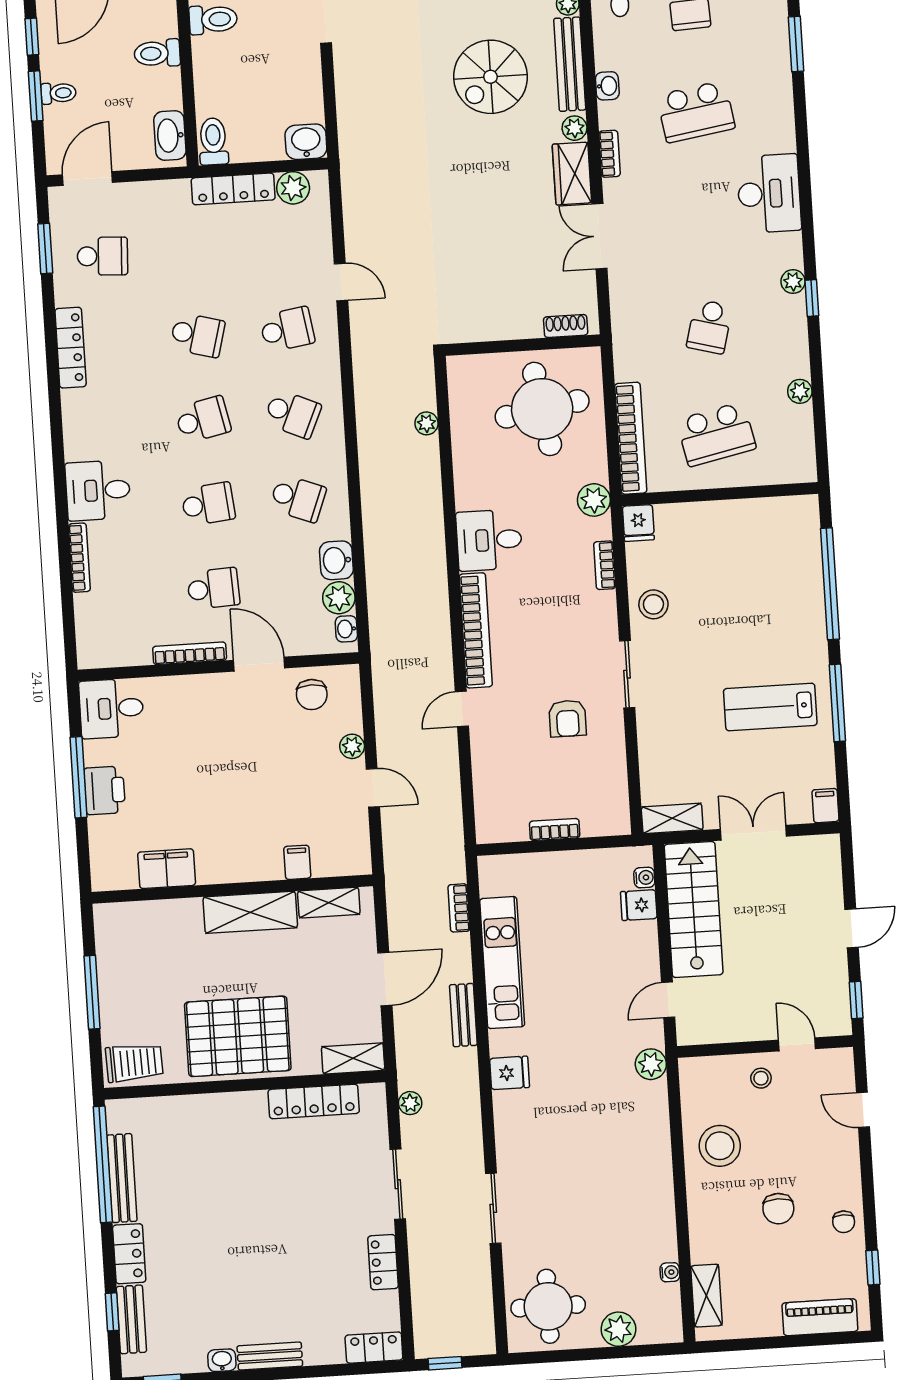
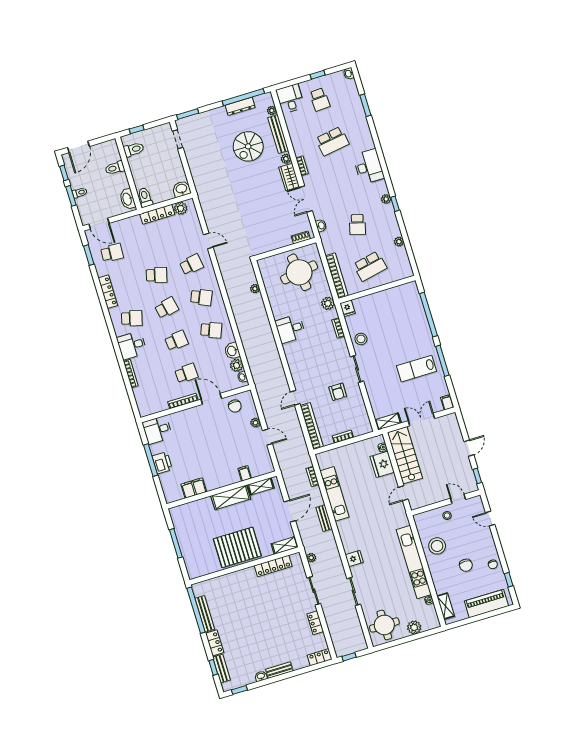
washbasin: (607, 86) -> (321, 226), moved
door: (88, 179) -> (99, 224), swing flipped
school desk: (113, 425) -> (132, 318), added
bookcase: (476, 630) -> (312, 426), moved
fridge: (639, 905) -> (382, 464), width x1.88, depth x1.34
trolley: (134, 1063) -> (199, 567), removed
plant: (651, 1064) -> (402, 520), removed
fridge: (510, 1073) -> (354, 559), moved
kitchen unit: (654, 1172) -> (414, 562), added
piano: (820, 1317) -> (486, 604), width x1.37, depth x1.33

